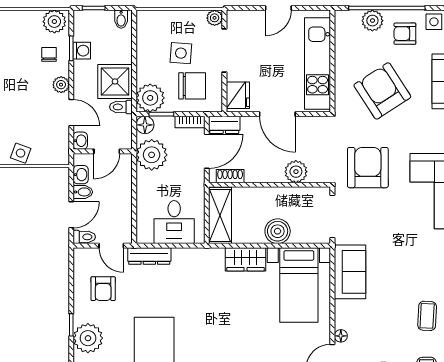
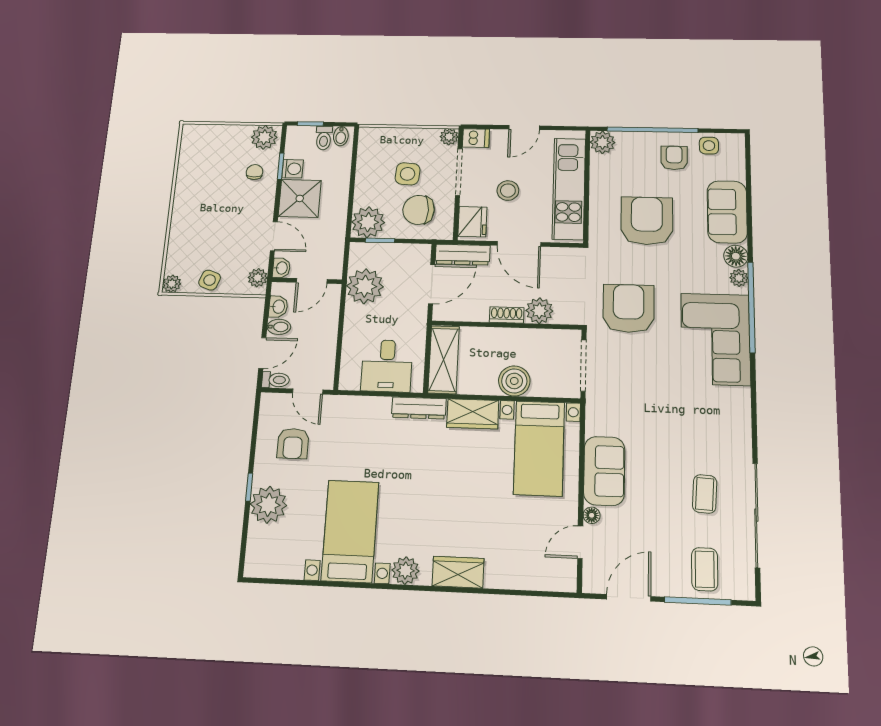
dishwasher: (238, 19) -> (476, 138), added
plant: (372, 21) -> (602, 142), moved
armchair: (405, 34) -> (674, 158), turned 90
stool: (267, 66) -> (508, 191), added
shower: (115, 81) -> (300, 198), moved
plant: (61, 85) -> (258, 278), moved
chair: (192, 86) -> (419, 210), turned 180
armchair: (382, 91) -> (647, 221), turned 33
toilet: (121, 107) -> (324, 138), moved, turned -90
bookcase: (190, 122) -> (413, 250), removed
floor lamp: (145, 125) -> (360, 252), removed
dresser: (224, 125) -> (463, 255), width x1.44
shoe rack: (230, 176) -> (507, 315), moved
dresser: (149, 256) -> (419, 408), moved
sofa: (350, 272) -> (604, 471), moved

